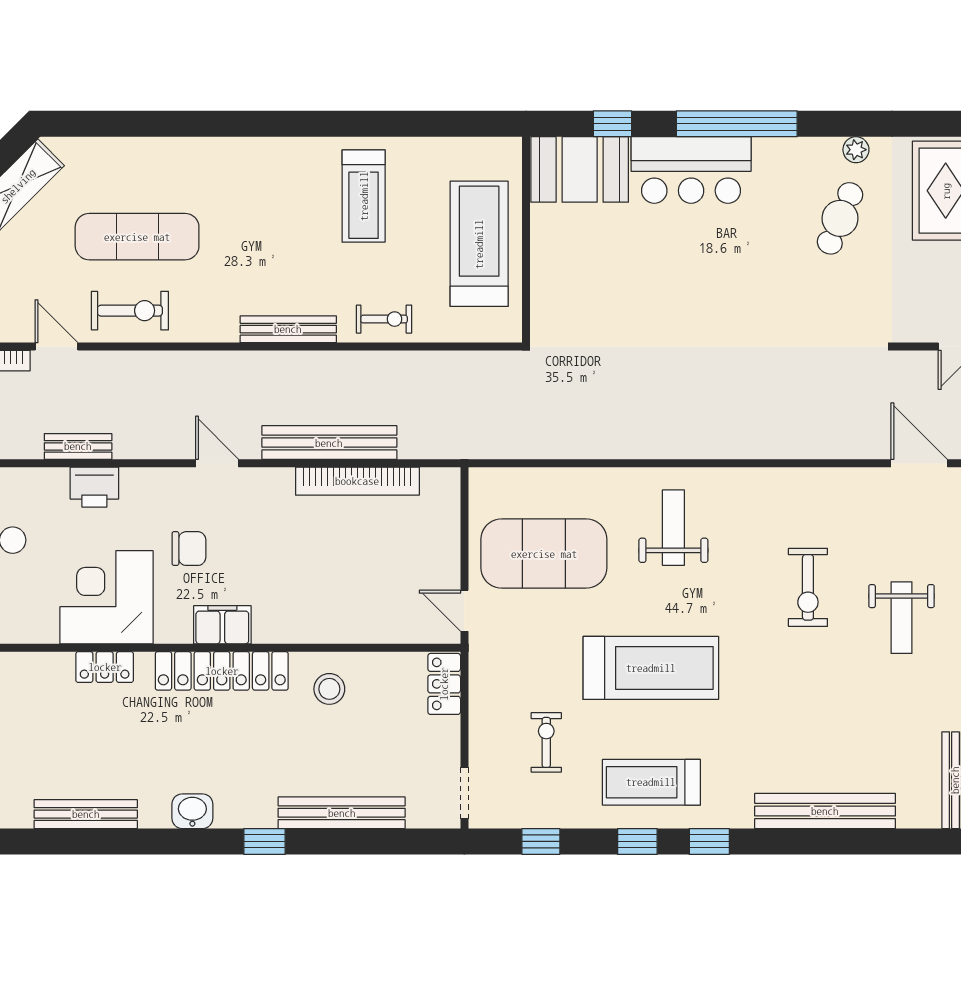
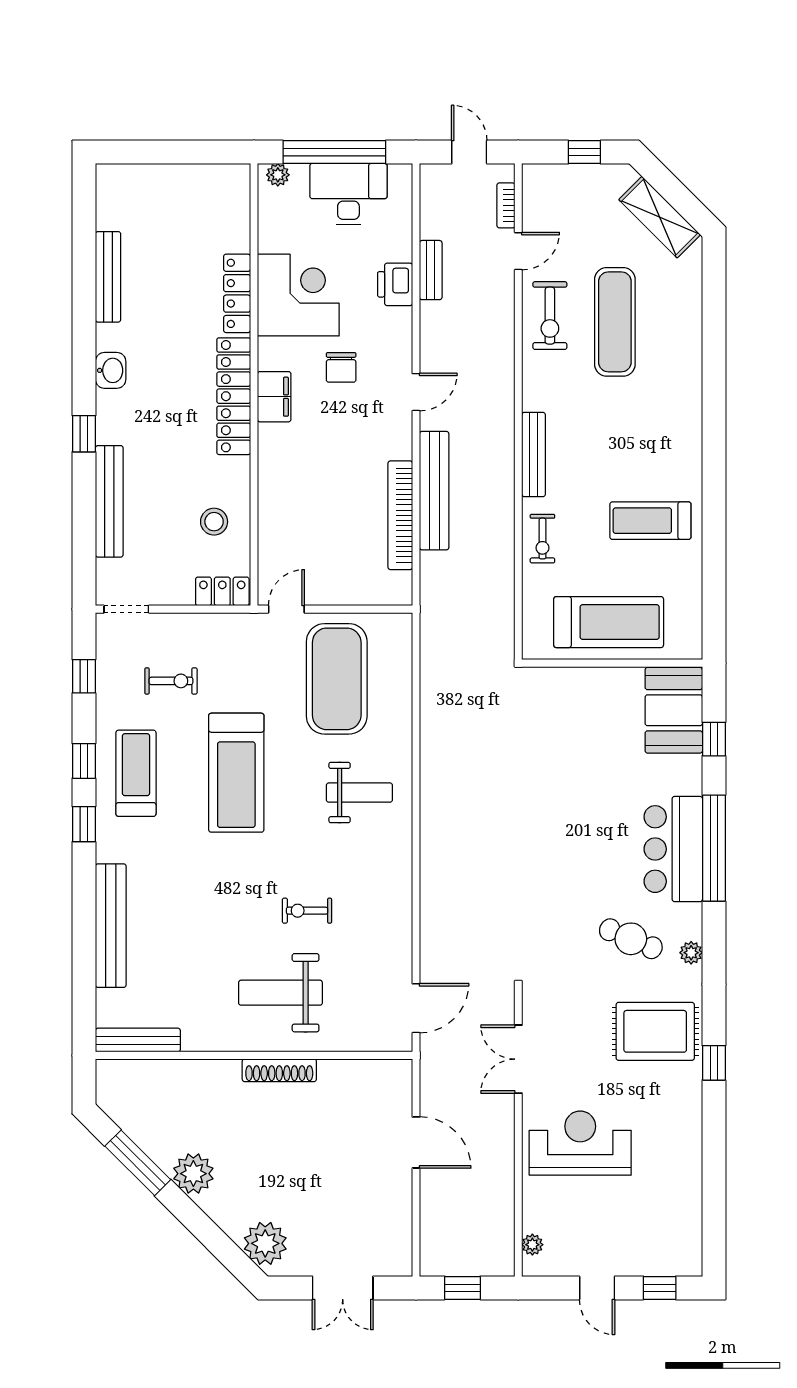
bar counter: (691, 170) -> (673, 849), moved
exercise bike: (808, 587) -> (307, 911), width x0.73, depth x0.72
weight bench: (902, 618) -> (280, 993), width x1.36, depth x1.33
locker: (105, 667) -> (237, 293), width x1.53
stool: (329, 689) -> (214, 522), moved

